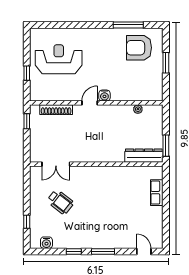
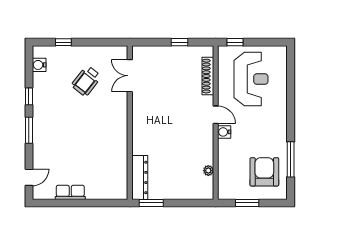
water cooler: (104, 96) -> (224, 132), moved
door: (90, 103) -> (216, 115), moved
wall: (96, 103) -> (216, 123), moved
plant: (138, 109) -> (208, 171), moved
shoe rack: (56, 110) -> (208, 76), moved
row of seats: (157, 193) -> (70, 192), moved

